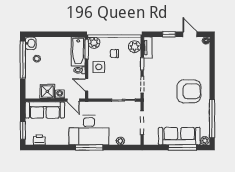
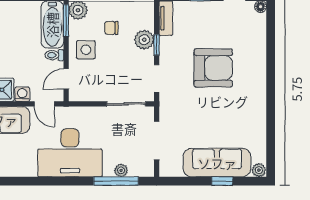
plant: (135, 47) -> (144, 40), moved
door: (87, 85) -> (66, 79), hinge flipped
armchair: (189, 91) -> (213, 68), moved
window: (212, 119) -> (271, 134), removed
window: (89, 147) -> (116, 181), moved
window: (182, 147) -> (222, 181), width x0.46

